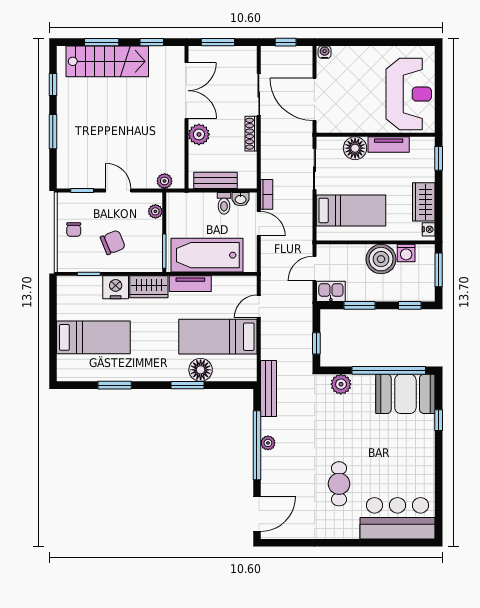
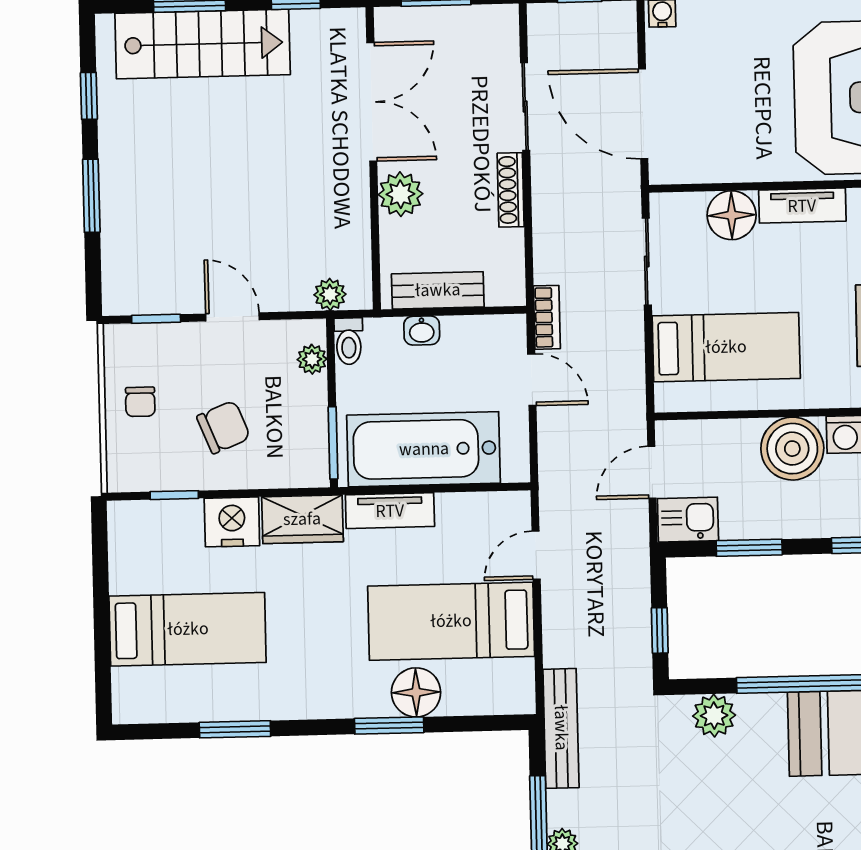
washbasin: (241, 199) -> (422, 331), moved
toilet: (224, 203) -> (349, 341), moved

